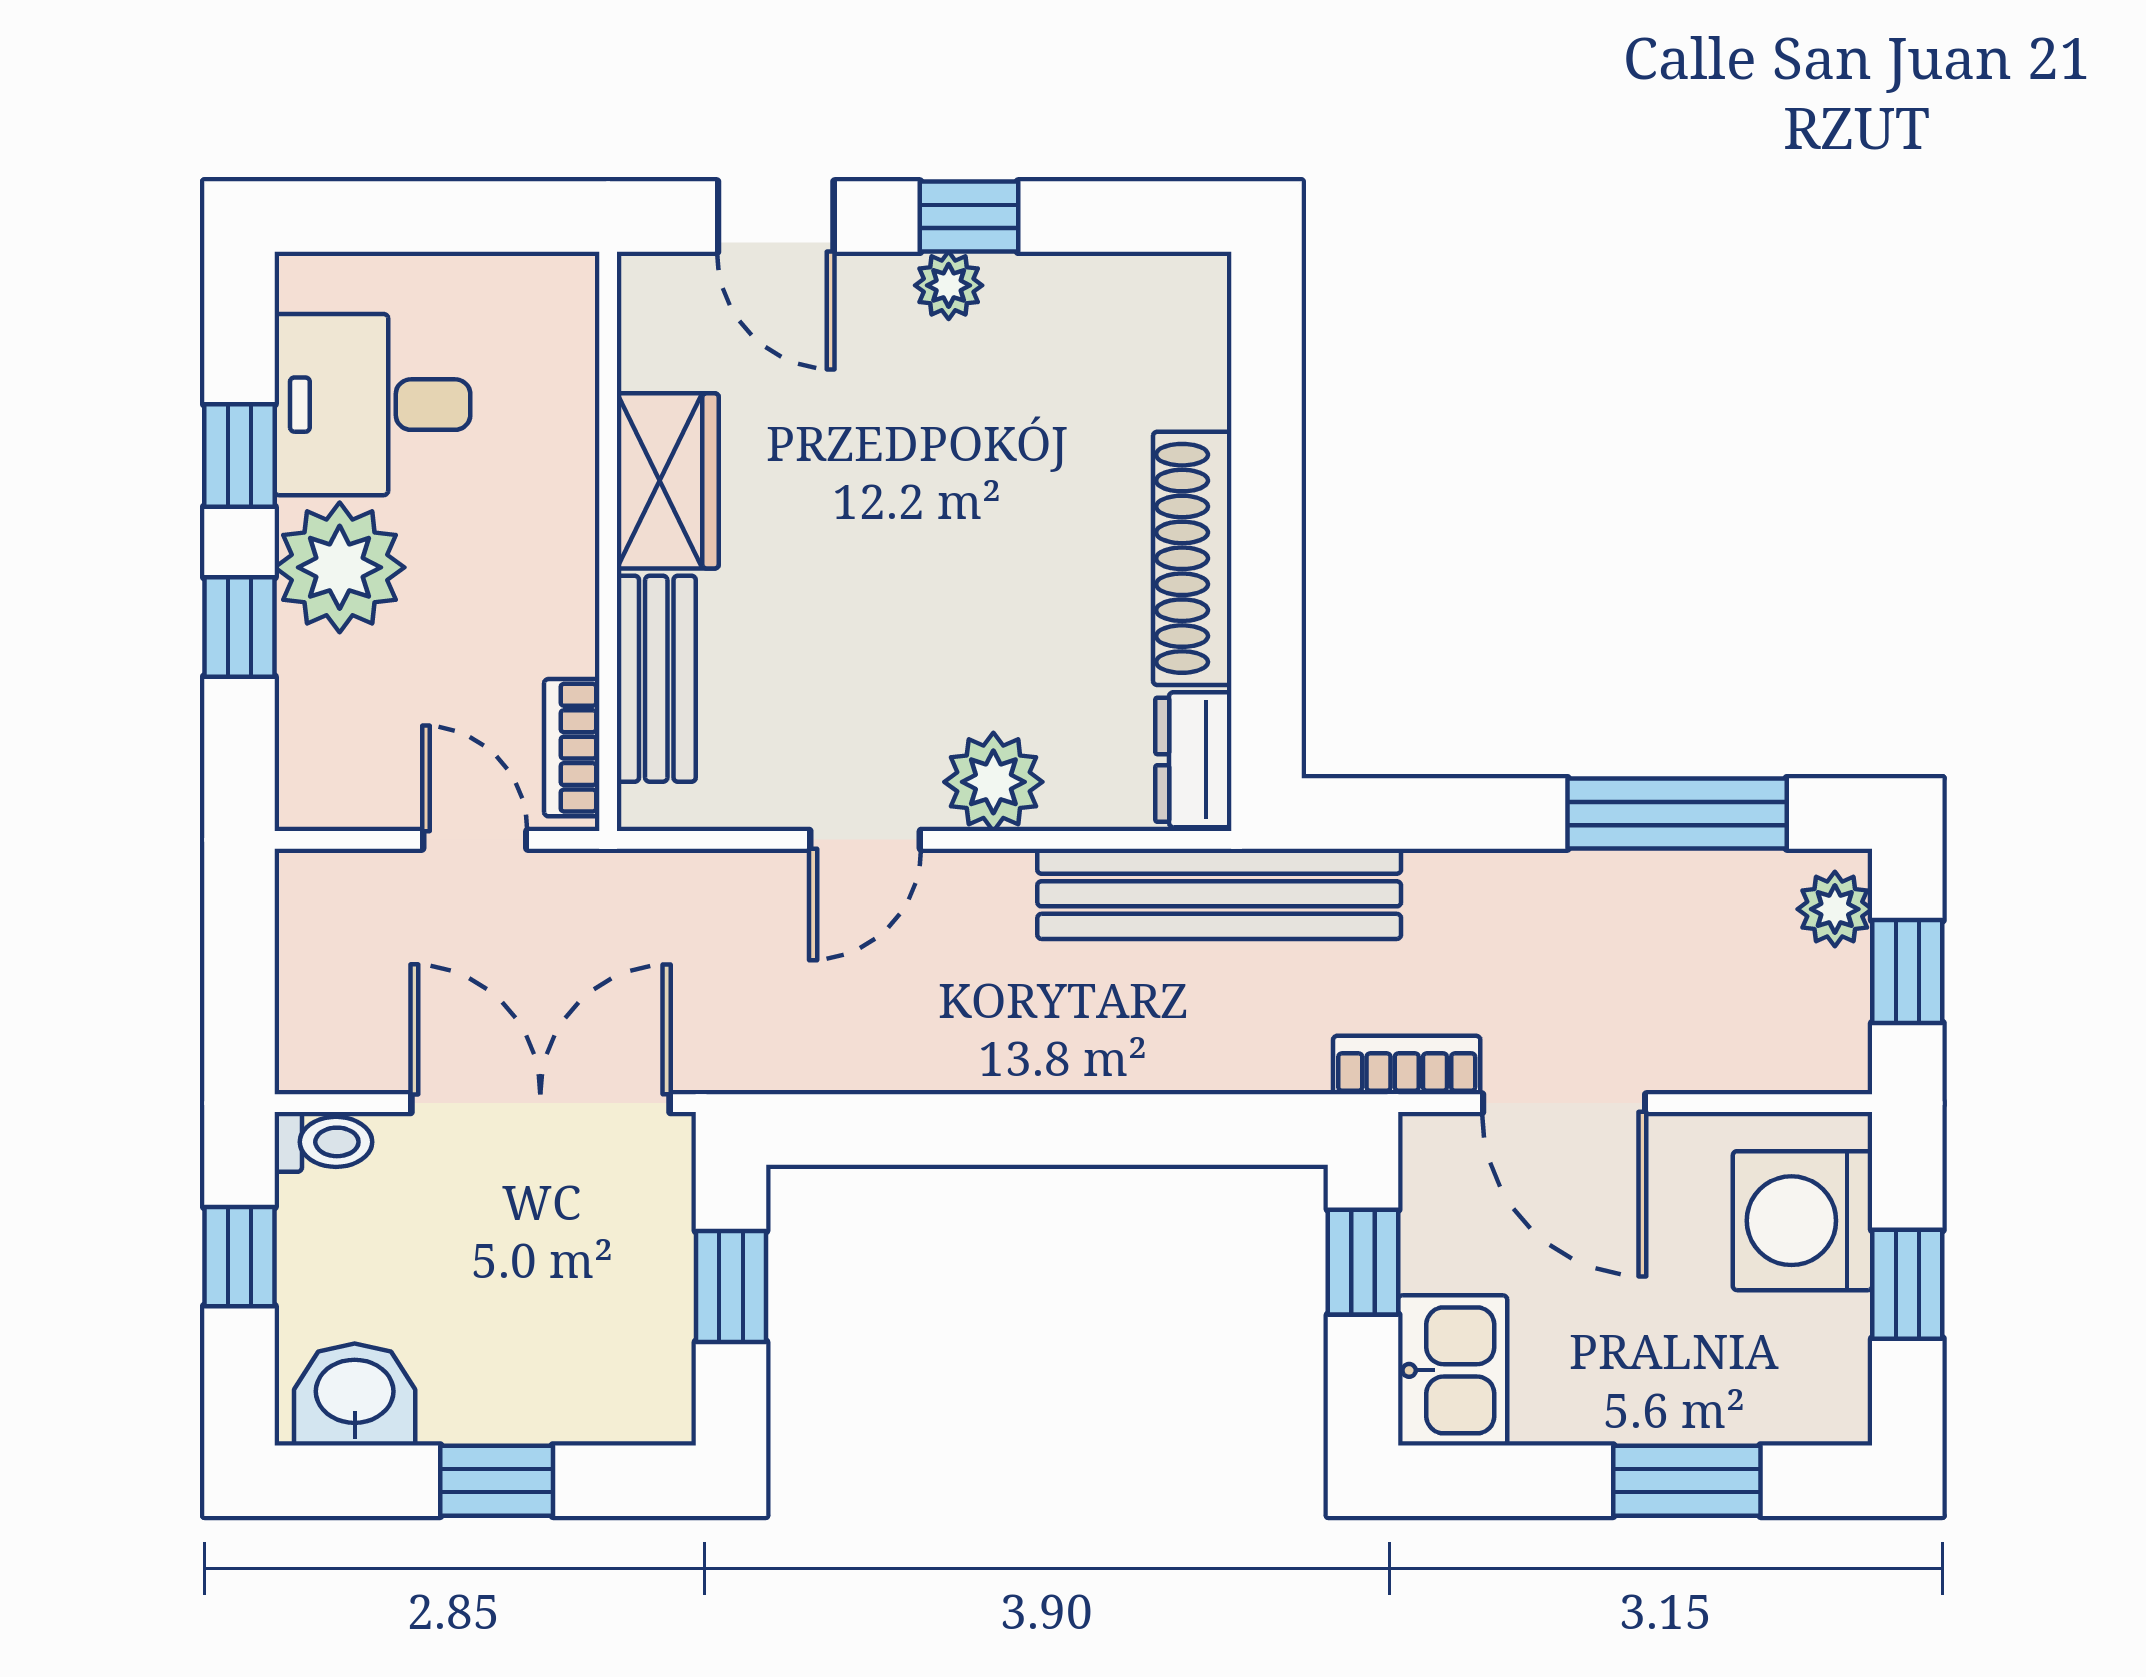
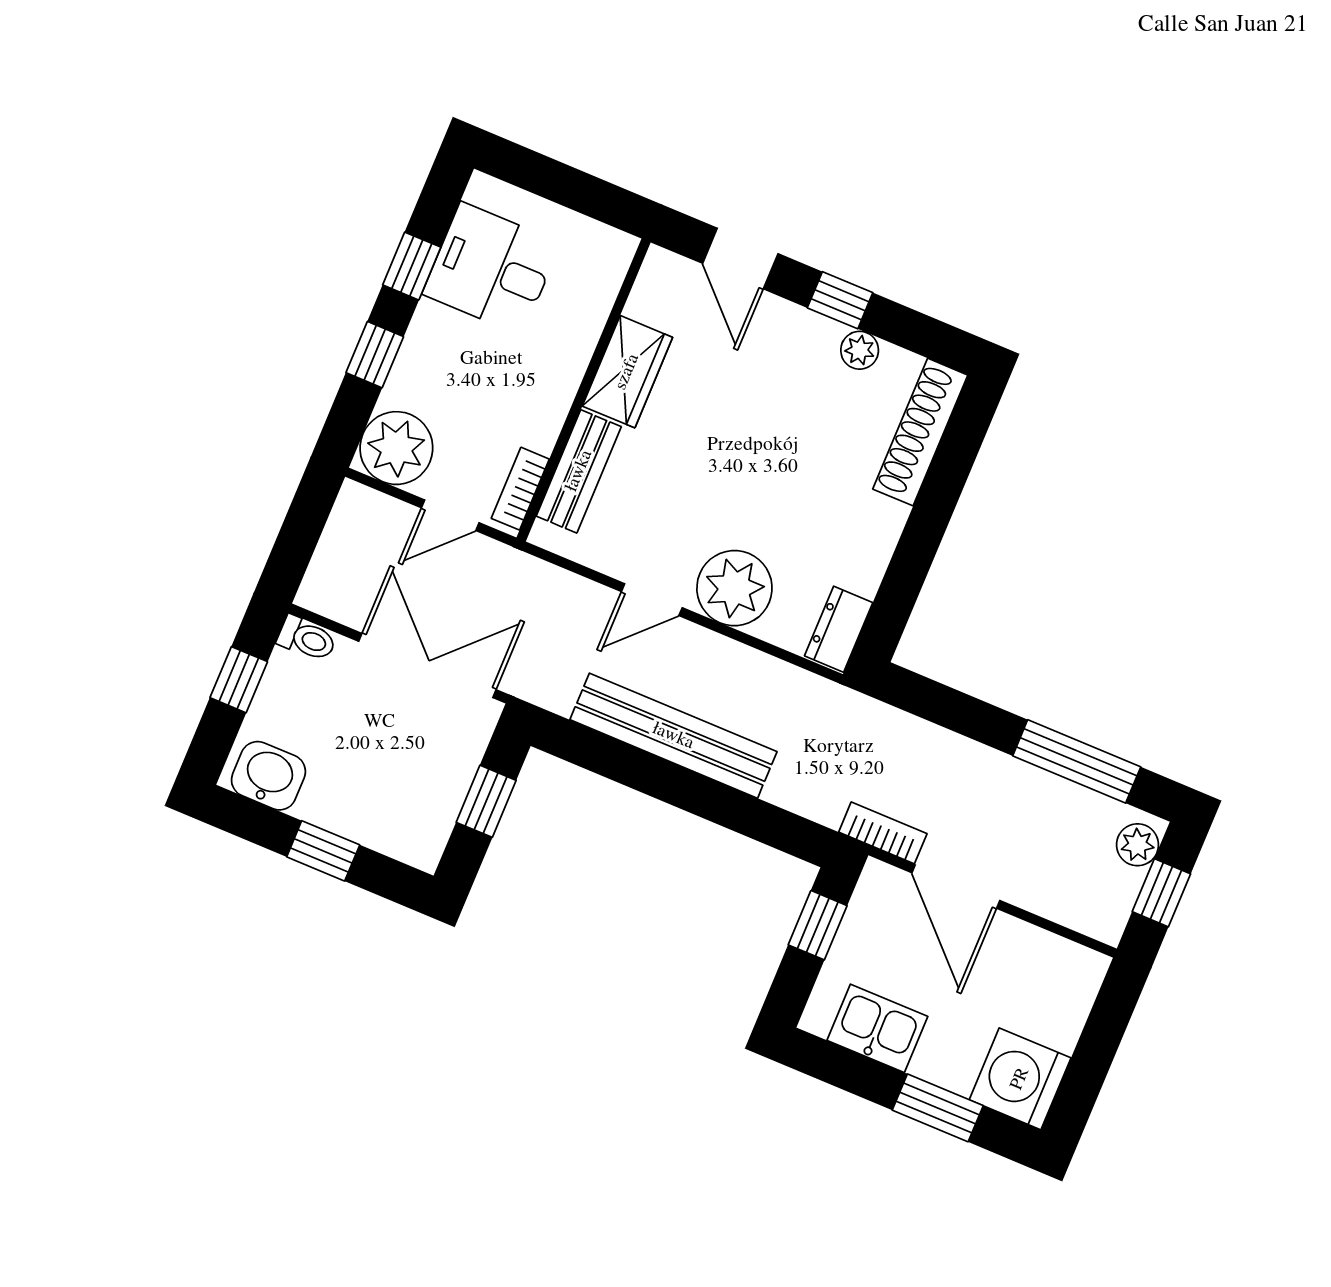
plant: (949, 285) -> (860, 350), moved
shoe rack: (1192, 558) -> (920, 432), moved
plant: (340, 567) -> (396, 448), moved
plant: (993, 782) -> (734, 588), width x1.36, depth x1.36
door: (475, 840) -> (450, 515), swing flipped
bench: (1219, 894) -> (673, 736), moved
washing machine: (1803, 1221) -> (1020, 1079), moved
window: (1907, 1284) -> (1094, 1054), removed
kitchen sink: (1453, 1370) -> (877, 1028), moved, turned -90

